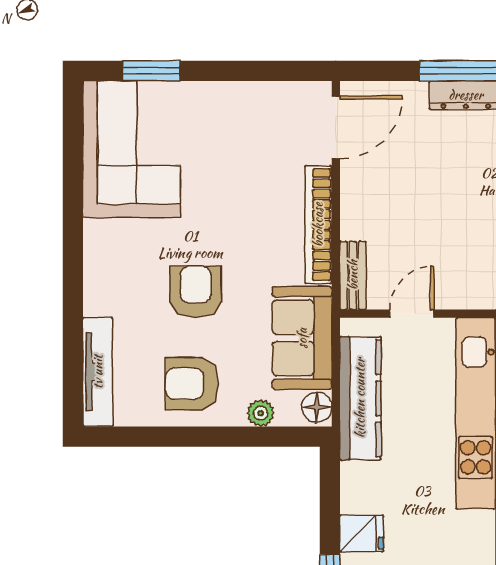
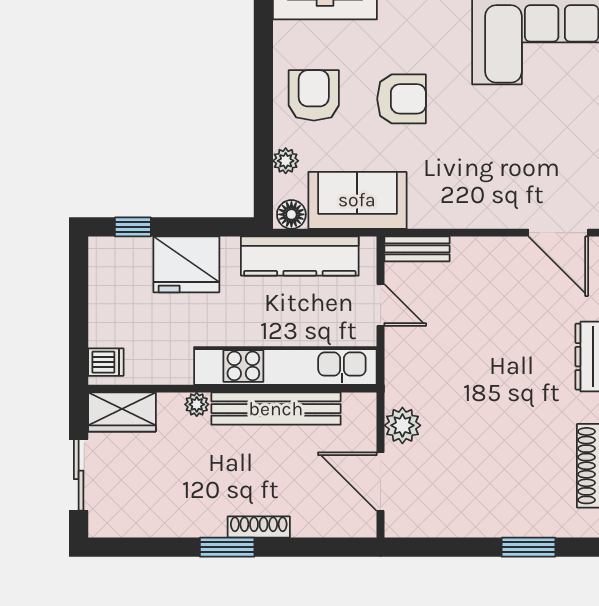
bookcase: (318, 225) -> (466, 216), removed
fridge: (362, 533) -> (186, 264), width x1.88, depth x1.34

